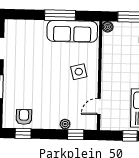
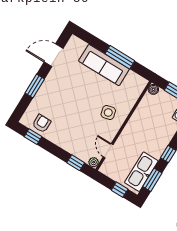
sofa: (72, 31) -> (104, 65), moved
door: (99, 106) -> (108, 151), hinge flipped
plant: (65, 124) -> (94, 162), moved

